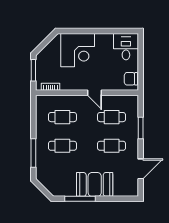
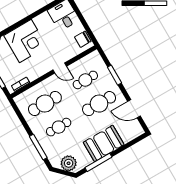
cafe table: (62, 117) -> (45, 103), width x1.37, depth x1.35
cafe table: (112, 146) -> (99, 104), width x1.37, depth x1.35
door: (141, 169) -> (134, 109), swing flipped
plant: (52, 184) -> (69, 163), added

